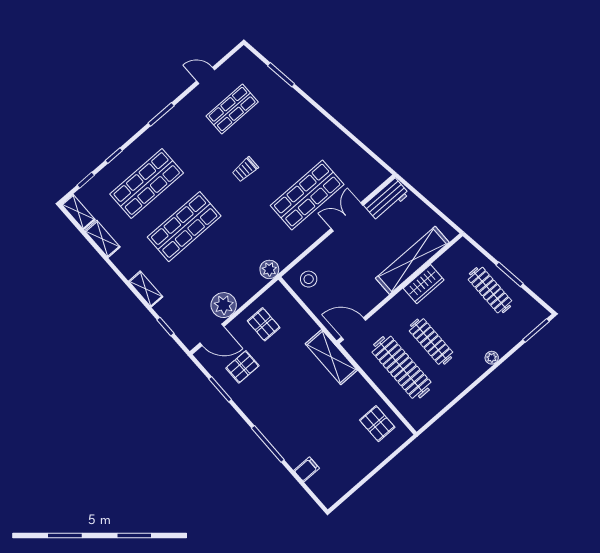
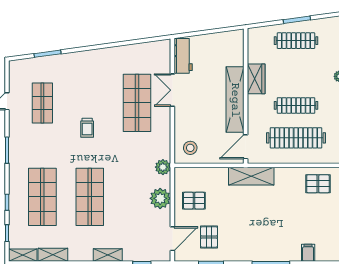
shelving: (412, 260) -> (235, 100), moved
plant: (224, 305) -> (160, 198), moved

